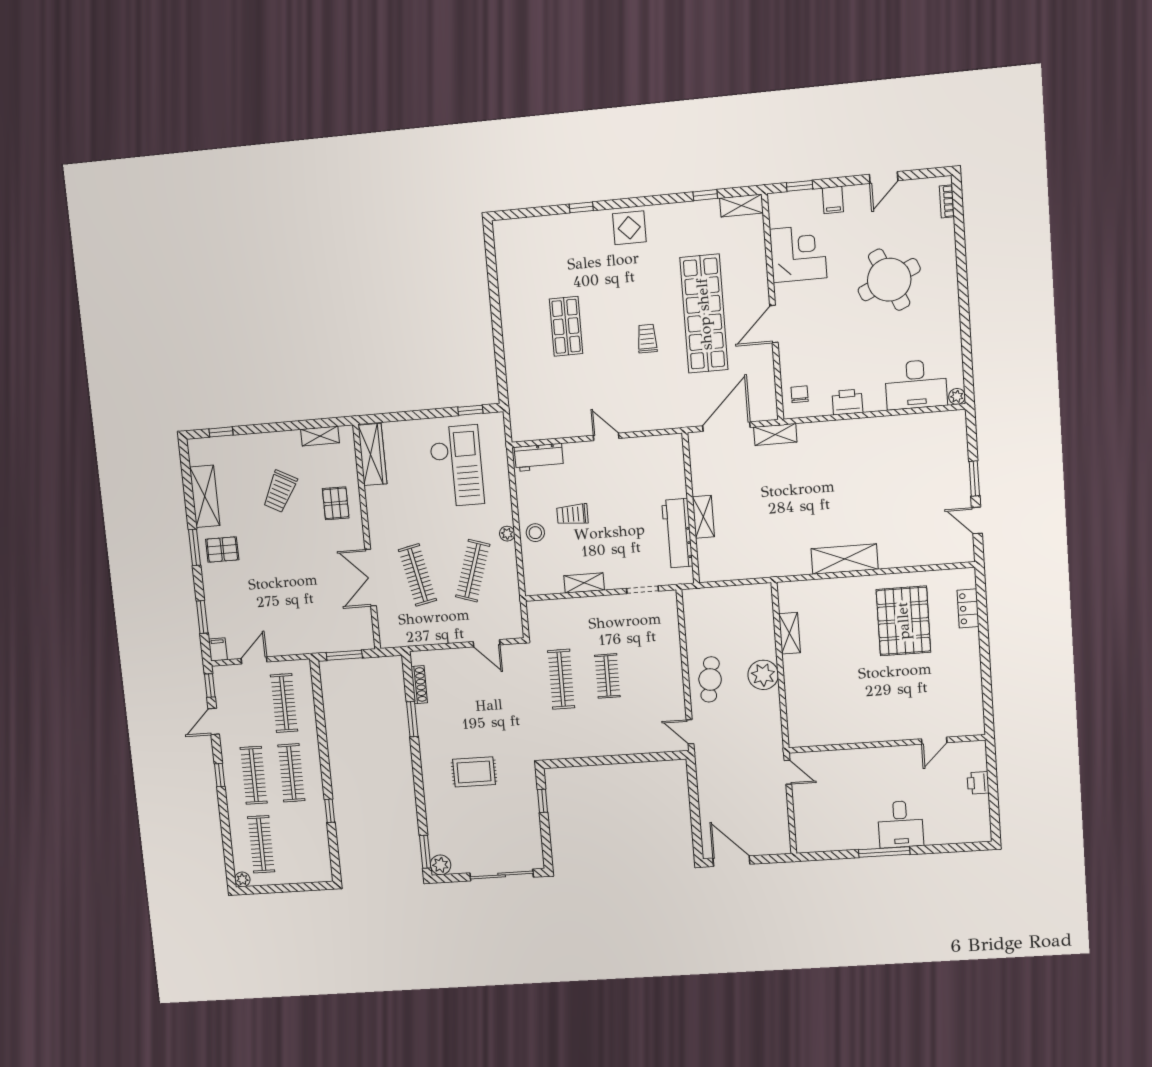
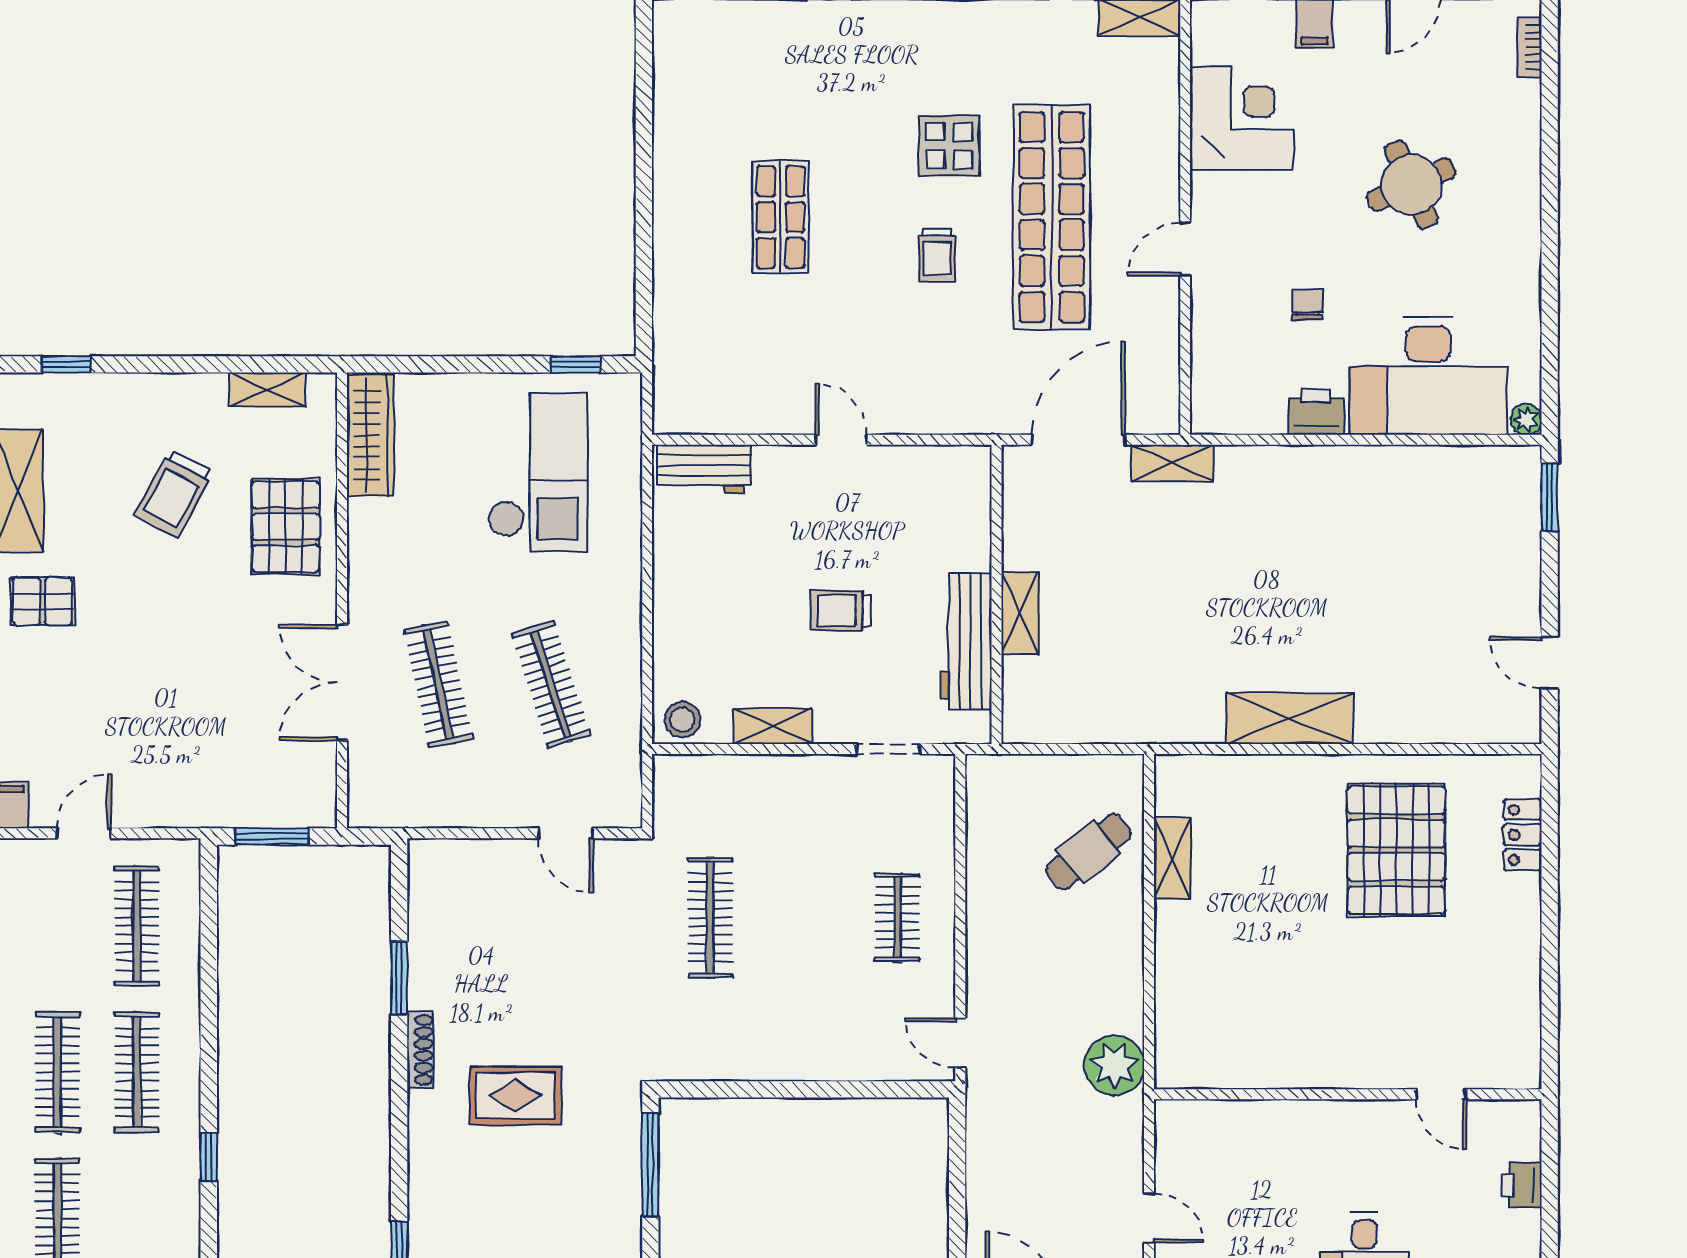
display table: (629, 228) -> (949, 145), moved
round table: (889, 280) -> (1411, 185), width x0.73, depth x0.73
door: (774, 324) -> (1185, 249), width x0.73
trolley: (647, 339) -> (937, 255), turned 180
desk: (916, 384) -> (1428, 376), width x1.36, depth x1.30
chair: (800, 394) -> (1308, 304), moved
window: (974, 478) -> (1550, 498), moved
pallet: (336, 503) -> (286, 527), width x1.50, depth x1.42
trolley: (572, 514) -> (841, 611), moved
stool: (535, 533) -> (682, 720), moved
plant: (507, 534) -> (627, 616), removed
clothes rail: (473, 571) -> (551, 684), turned -36
plant: (763, 675) -> (1114, 1065), moved
clothes rail: (607, 676) -> (897, 918), moved
cafe table: (710, 679) -> (1088, 852), moved, turned 42
shoe rack: (419, 685) -> (420, 1050), moved
door: (934, 741) -> (1441, 1094), hinge flipped
door: (788, 772) -> (1149, 1218), moved
window: (543, 801) -> (650, 1165), width x2.17

